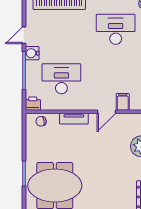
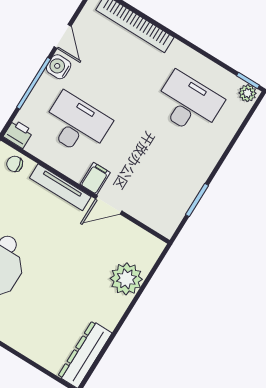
door: (24, 35) -> (63, 36), swing flipped
filing cabinet: (123, 102) -> (95, 178), moved
tv unit: (74, 119) -> (60, 187), width x1.41

